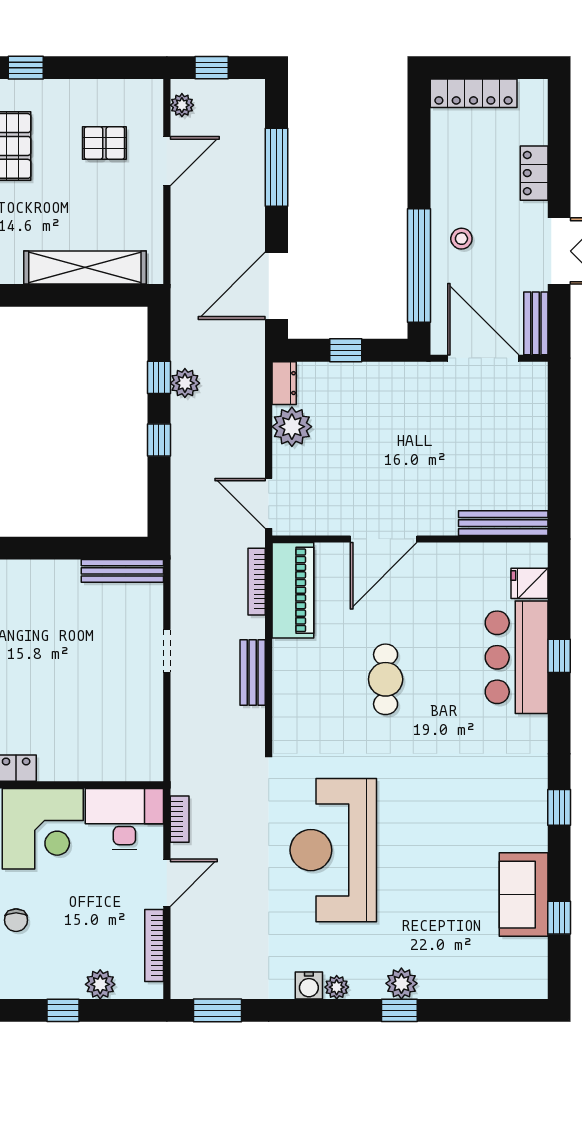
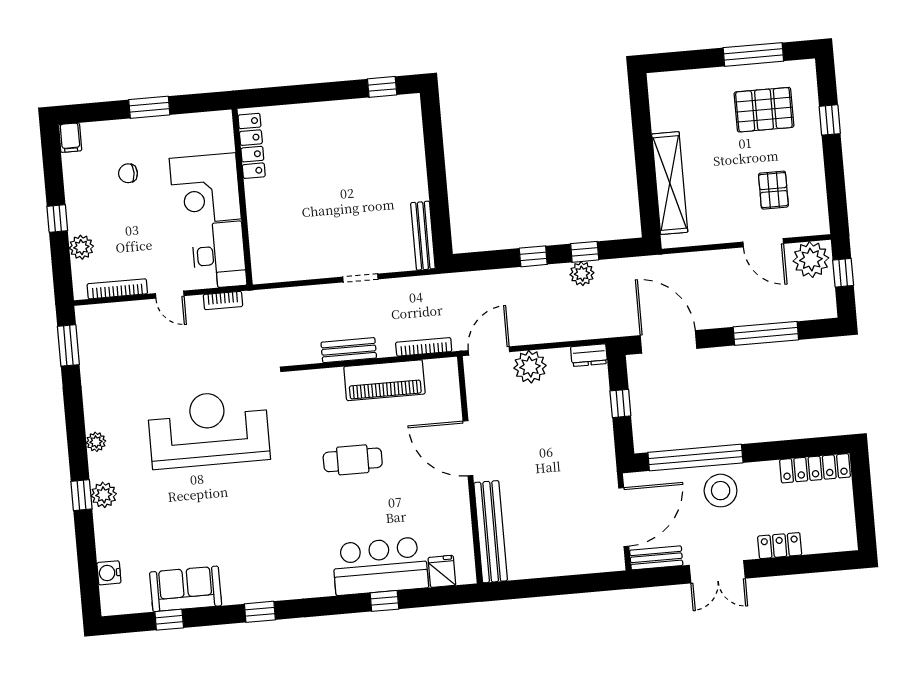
locker: (474, 93) -> (815, 468), moved, turned -90
plant: (182, 105) -> (811, 260), width x1.87, depth x1.87
stool: (461, 239) -> (721, 491), width x1.89, depth x1.89
plant: (292, 427) -> (530, 367), moved
bench: (503, 523) -> (491, 532), width x1.37, depth x1.21
piano: (293, 590) -> (384, 380), moved
door: (167, 883) -> (170, 295), width x0.73
water cooler: (309, 985) -> (109, 573), moved

